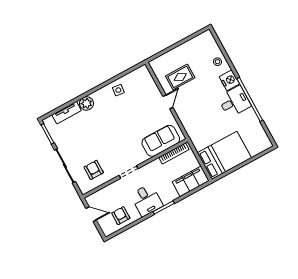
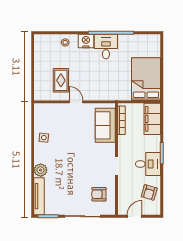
tv unit: (67, 113) -> (39, 196), width x1.41
armchair: (121, 216) -> (149, 192), turned -74

